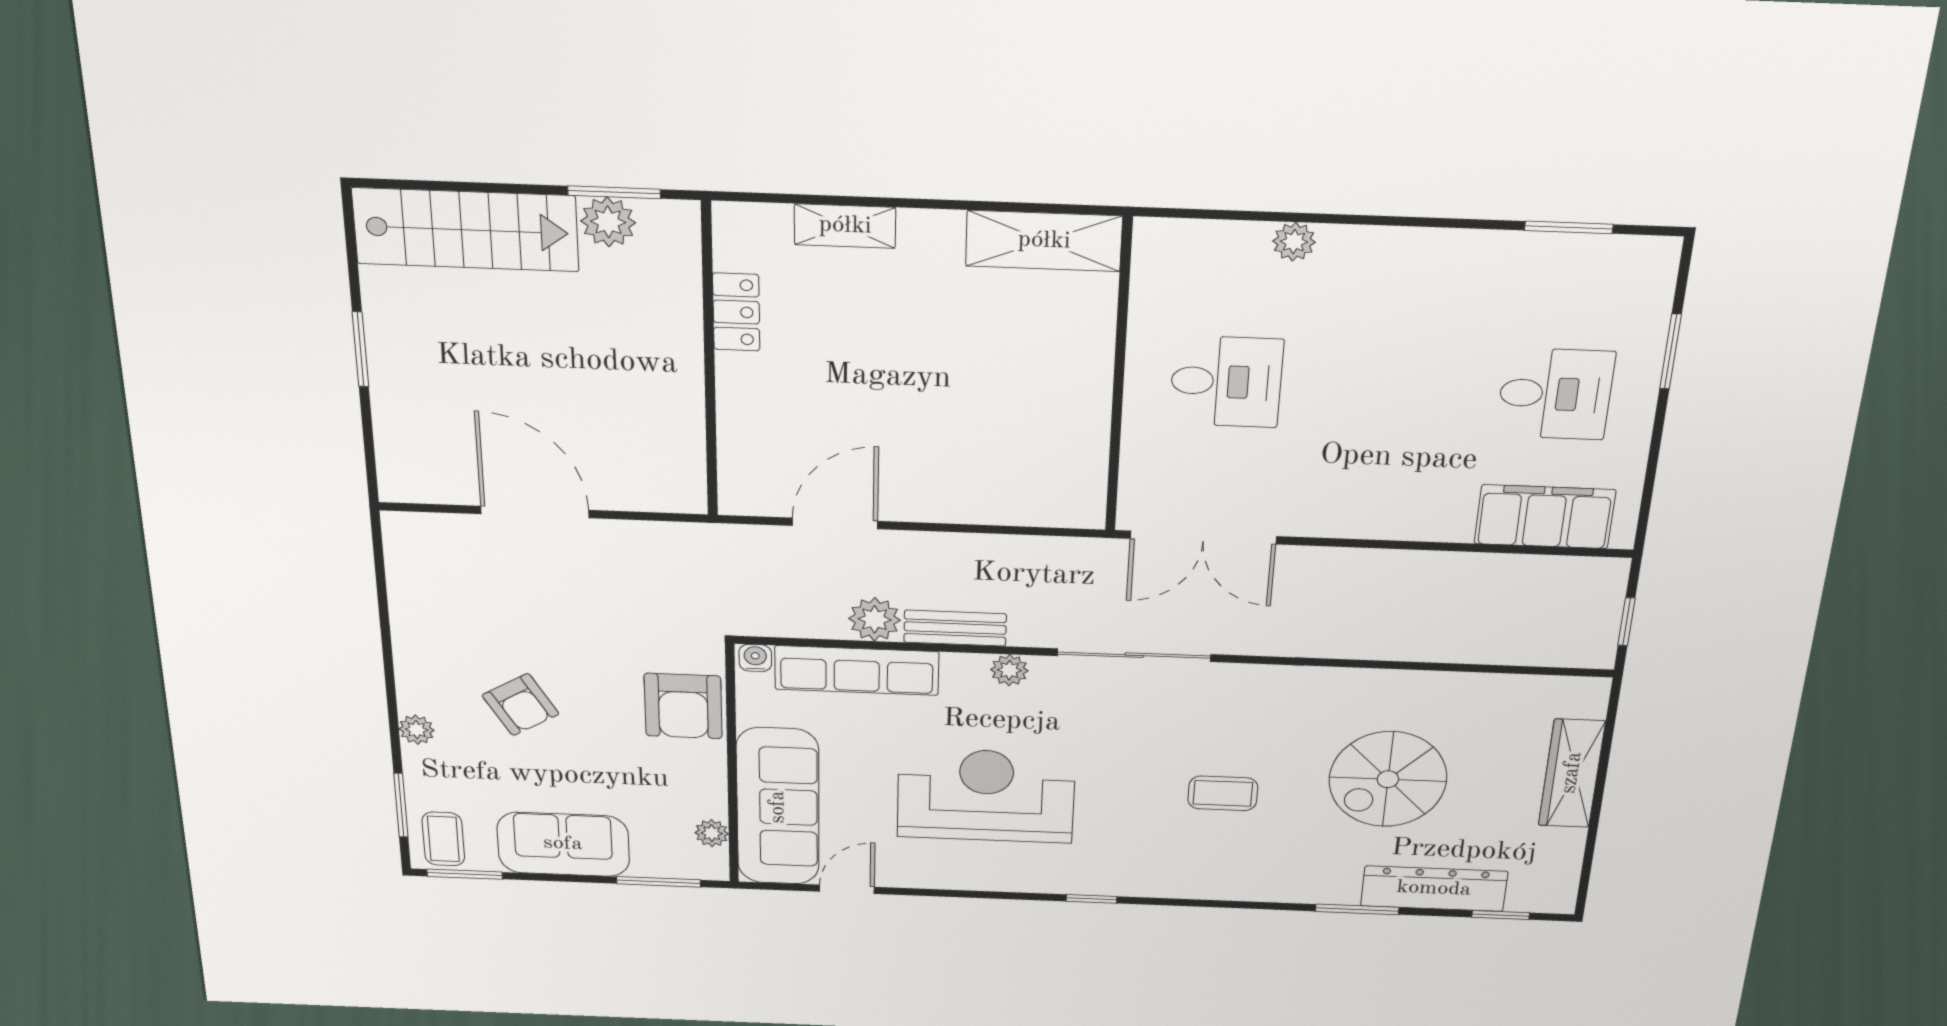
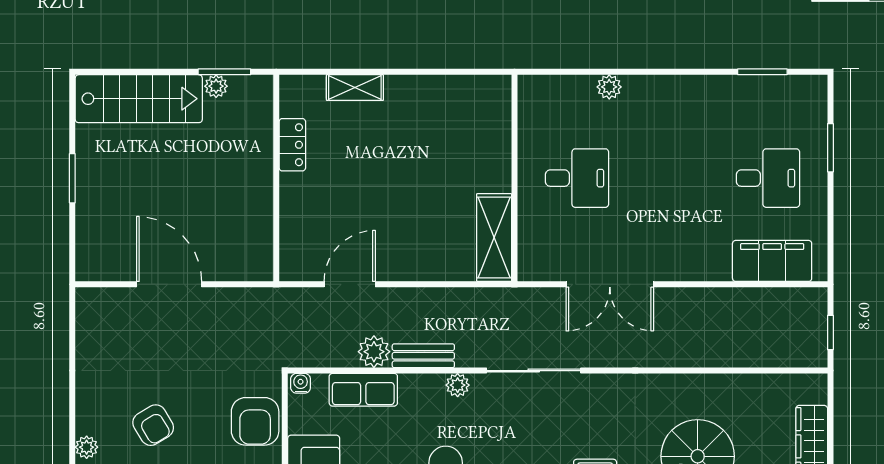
plant: (608, 222) -> (216, 86), width x0.73, depth x0.73
shelving: (1044, 241) -> (494, 238), moved, turned 90
double door: (1203, 537) -> (610, 284), moved
row of seats: (857, 670) -> (363, 390), width x0.68

